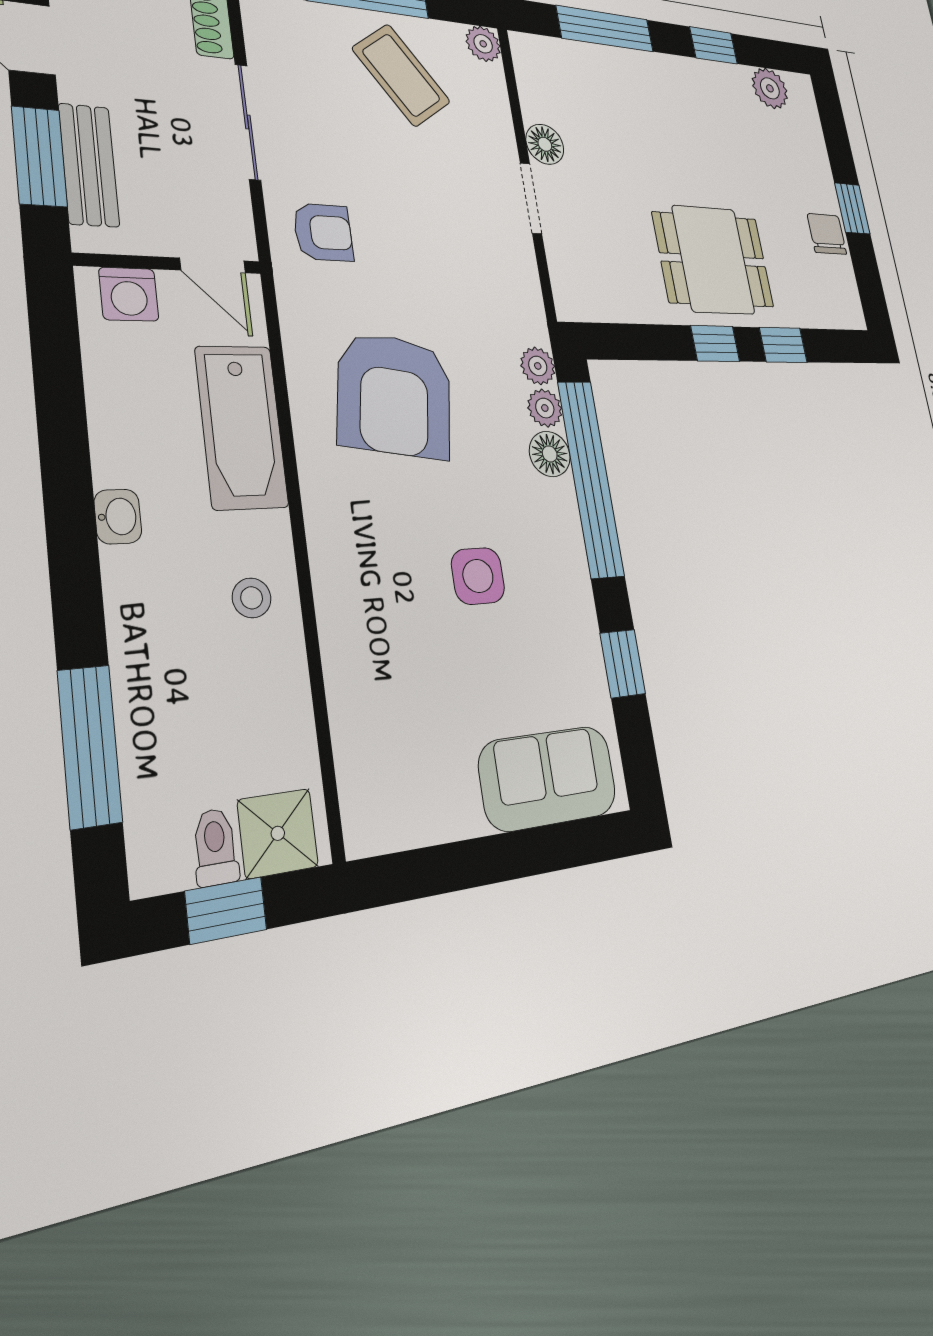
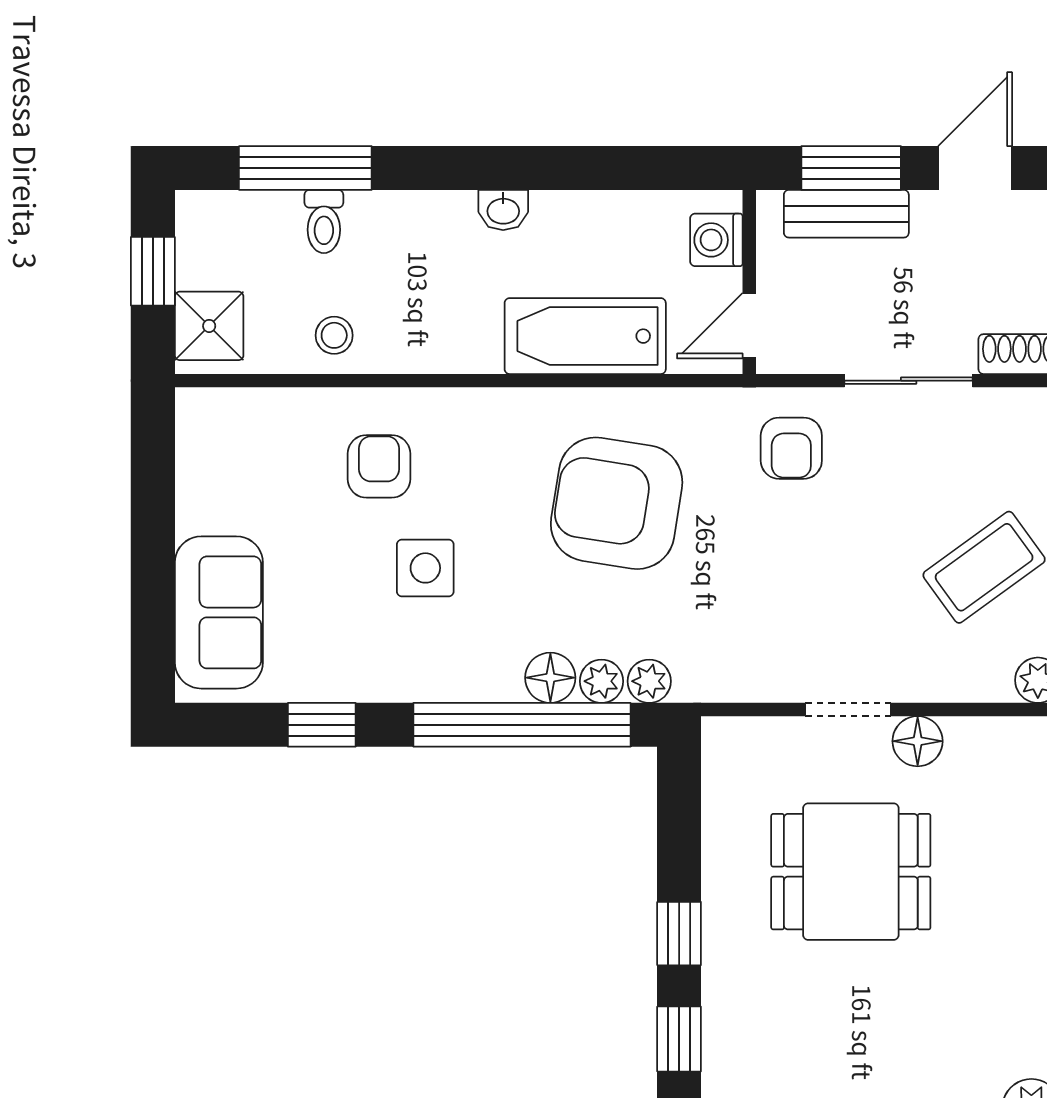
dining table: (713, 260) -> (851, 872), moved, turned 90
stool: (252, 598) -> (334, 335), moved
armchair: (394, 630) -> (379, 466), added
toilet: (215, 847) -> (324, 221), moved, turned 90

